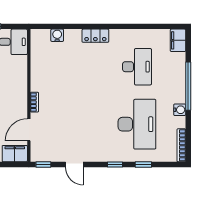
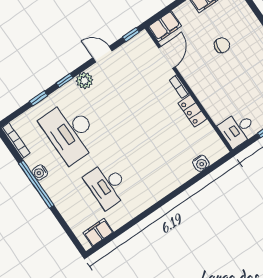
locker: (95, 36) -> (192, 111), moved, turned -90
filing cabinet: (178, 40) -> (98, 232), moved, turned -90
window: (188, 86) -> (36, 184), moved
plant: (101, 154) -> (84, 81), added

